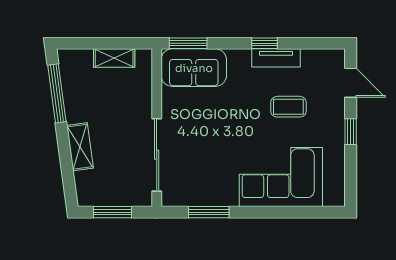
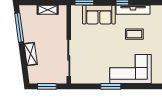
tv unit: (276, 58) -> (133, 10), width x1.41
sofa: (194, 68) -> (99, 15), moved
window: (209, 212) -> (111, 86), moved

